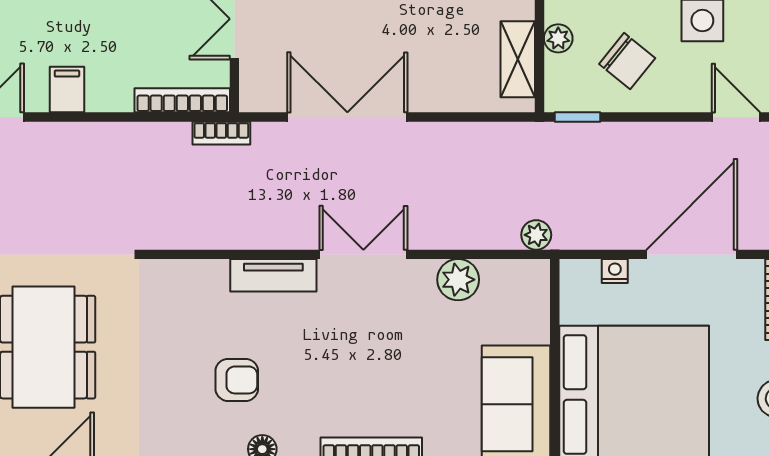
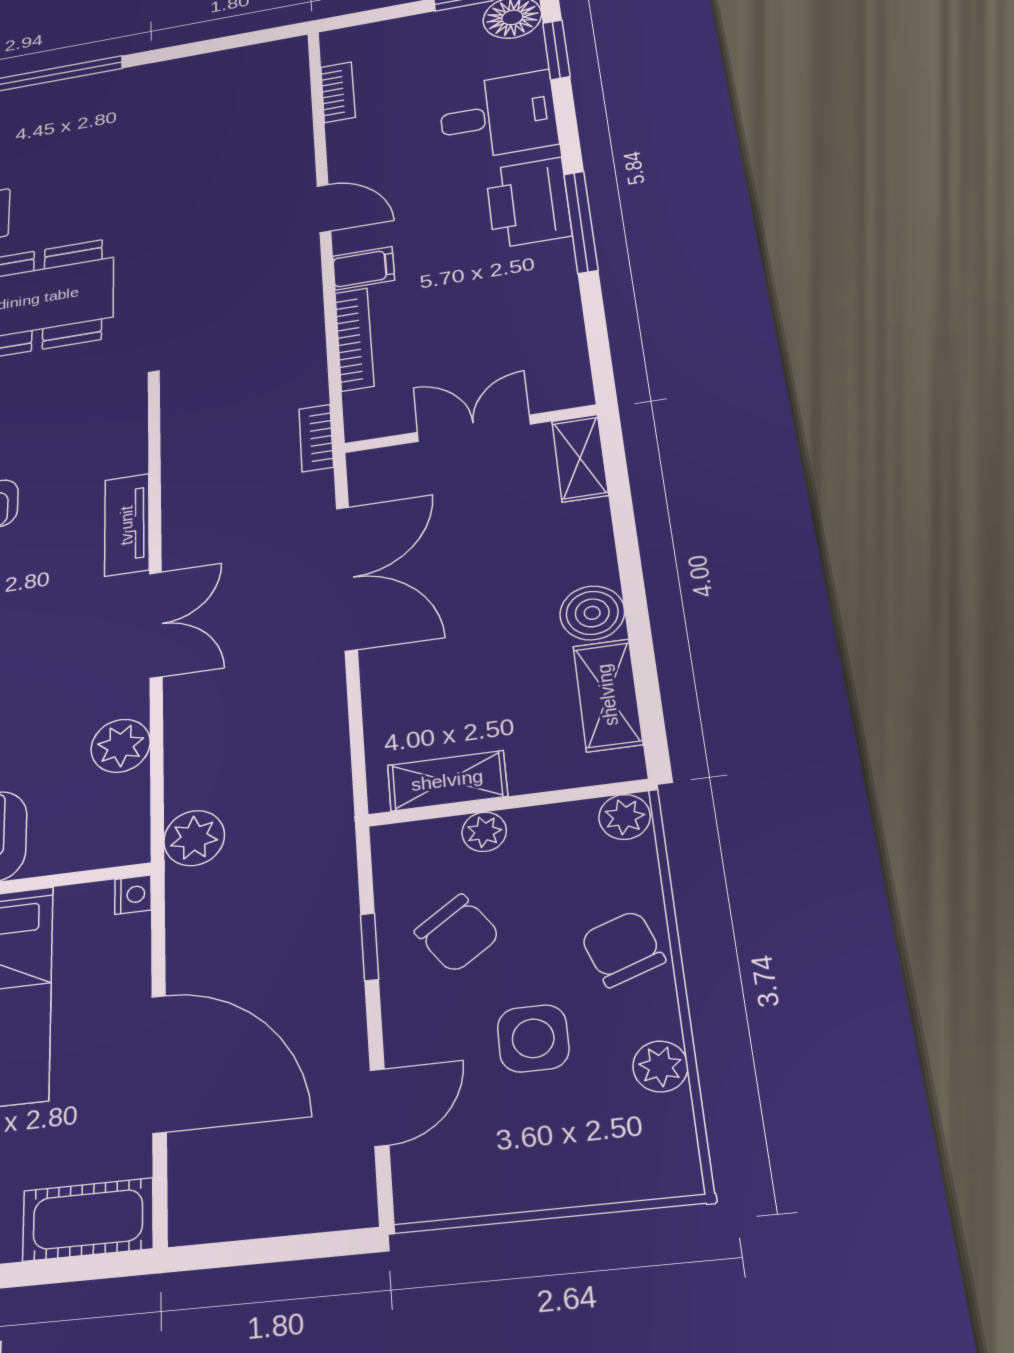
chair: (627, 61) -> (457, 933), turned -74
bookcase: (182, 100) -> (354, 339), moved
window: (577, 117) -> (370, 947), moved
plant: (536, 235) -> (194, 838), width x1.38, depth x1.38
nightstand: (615, 271) -> (133, 895), moved

